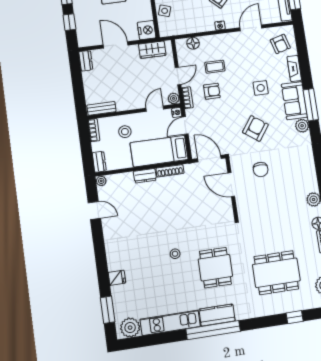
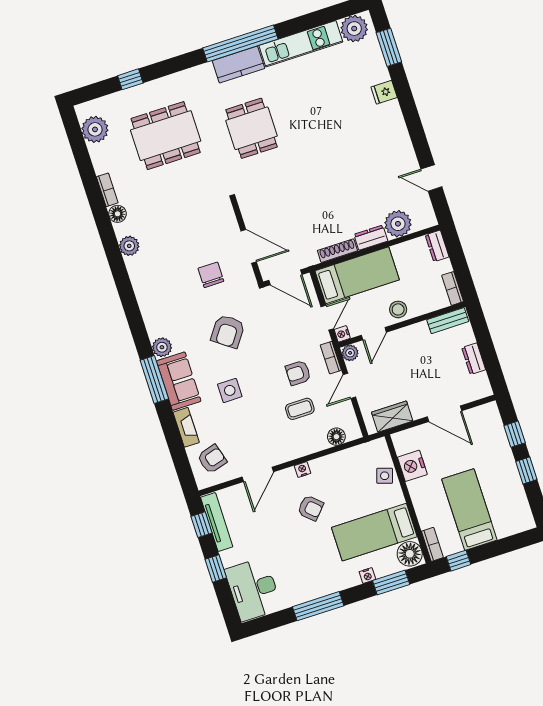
nightstand: (147, 30) -> (412, 466), moved
armchair: (280, 44) -> (212, 459), turned 90
dresser: (86, 61) -> (474, 359), moved
stool: (125, 132) -> (398, 309), moved
plant: (101, 181) -> (398, 224), moved, width x1.87, depth x1.87
stool: (175, 254) -> (310, 138), removed

